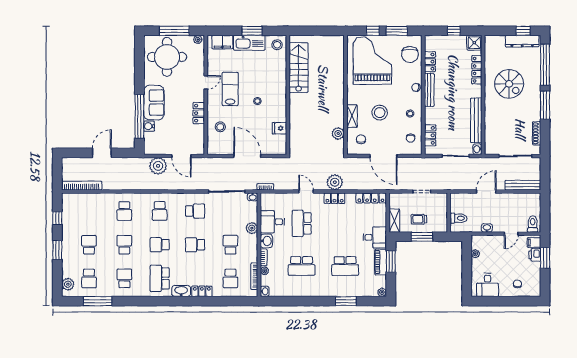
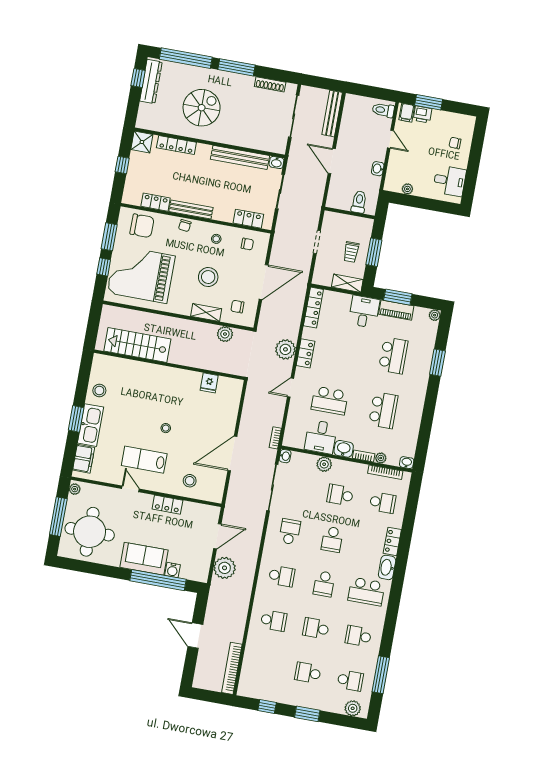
stairs: (299, 68) -> (137, 345), moved
wall: (288, 95) -> (169, 365), moved
fridge: (279, 128) -> (209, 383), moved

